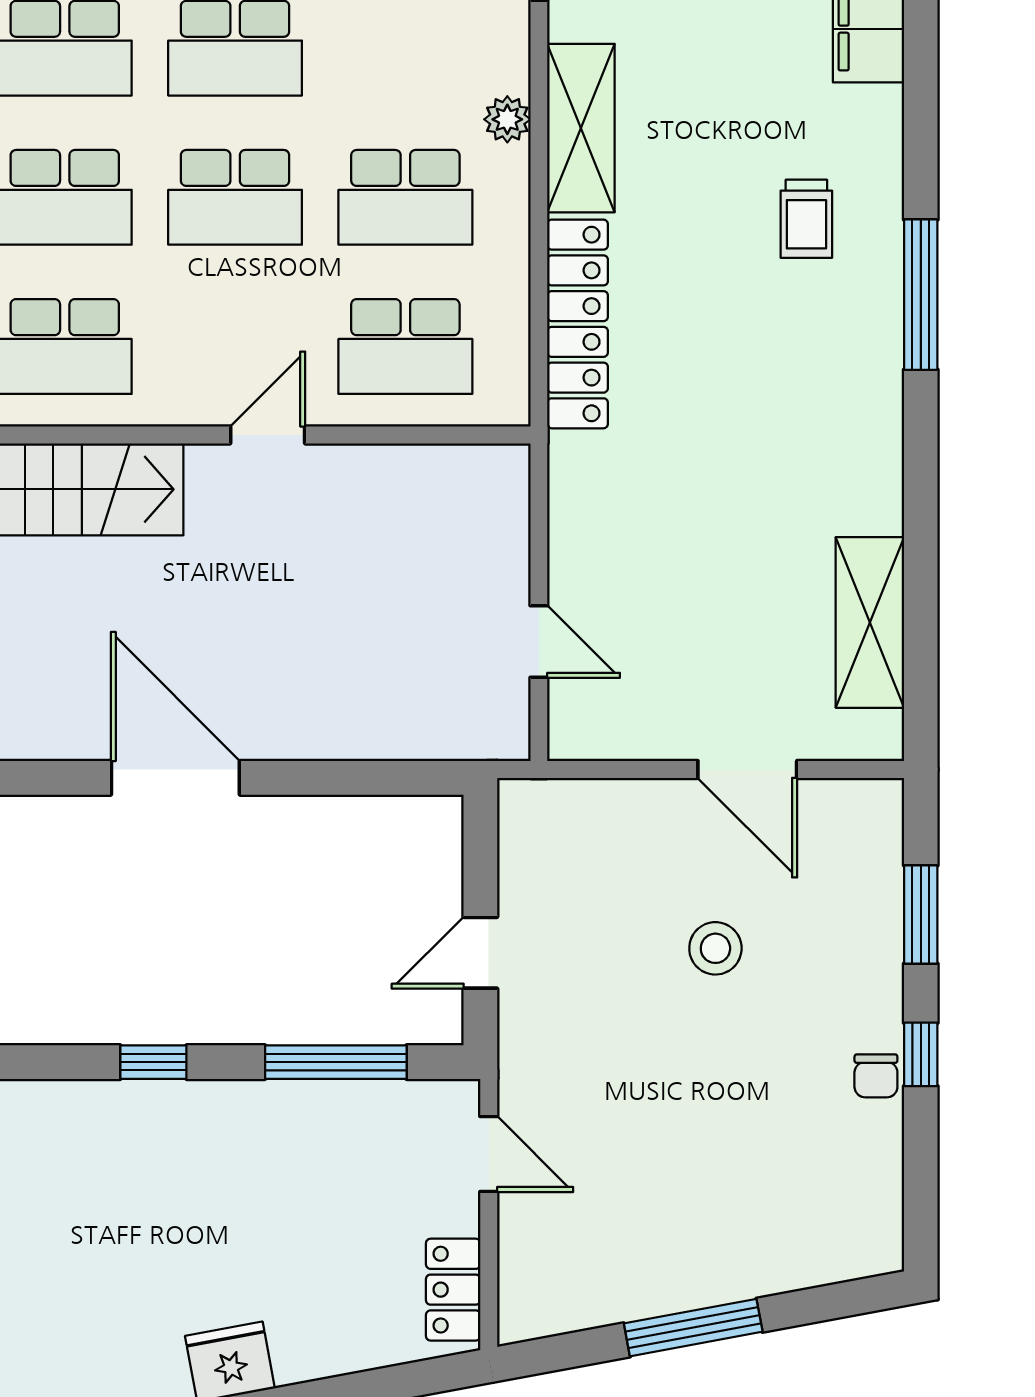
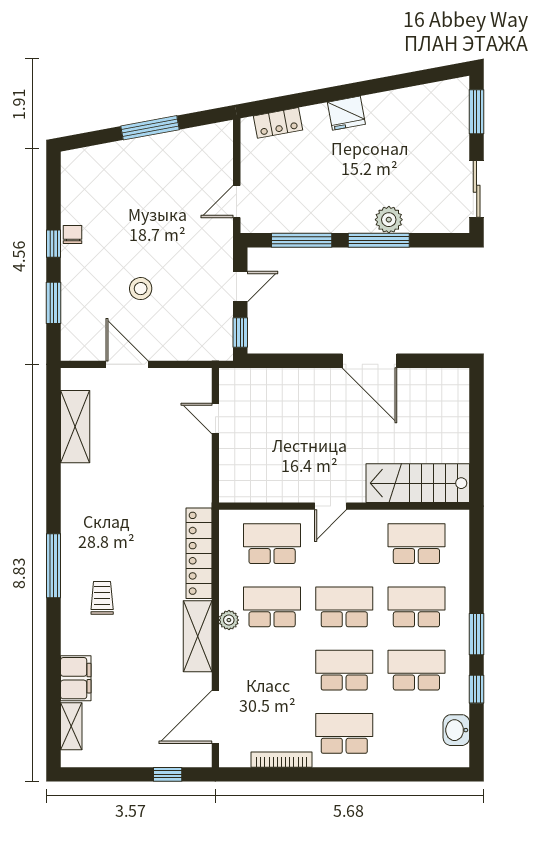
plant: (507, 119) -> (229, 620), moved
window: (480, 845) -> (240, 332), added
window: (153, 1062) -> (379, 240), width x2.17
plant: (130, 1111) -> (389, 220), added
door: (489, 1154) -> (237, 201), hinge flipped
locker: (453, 1290) -> (278, 123), moved, turned 79

